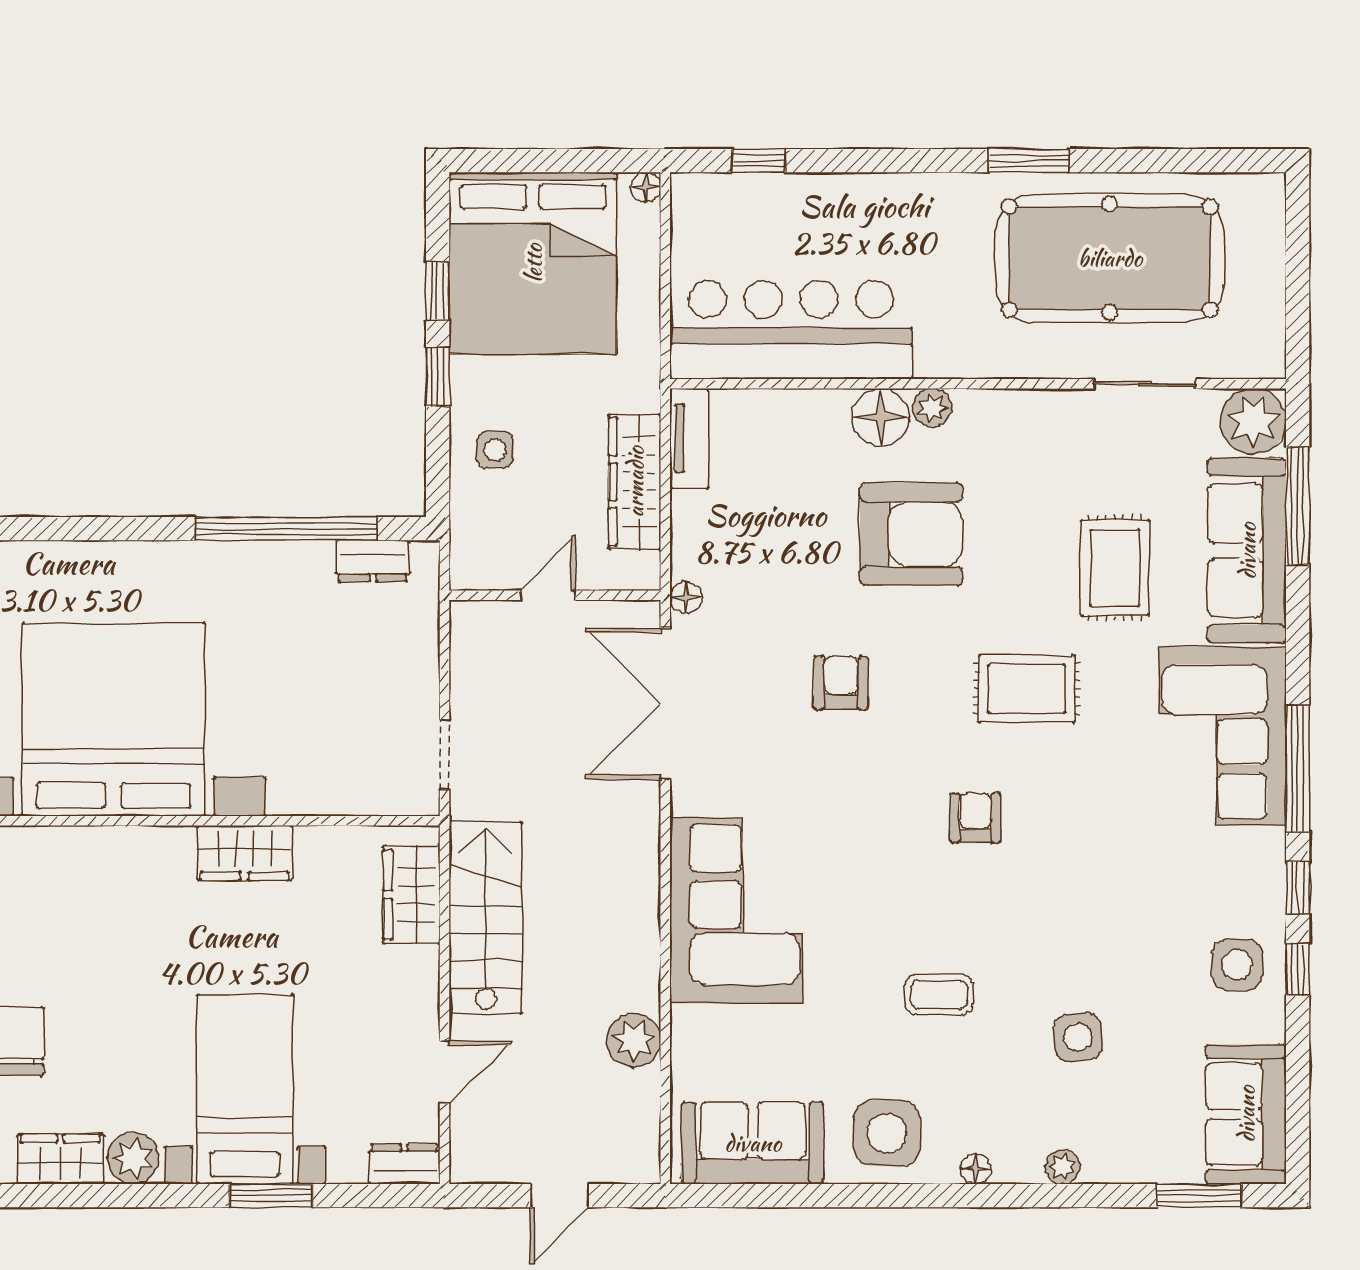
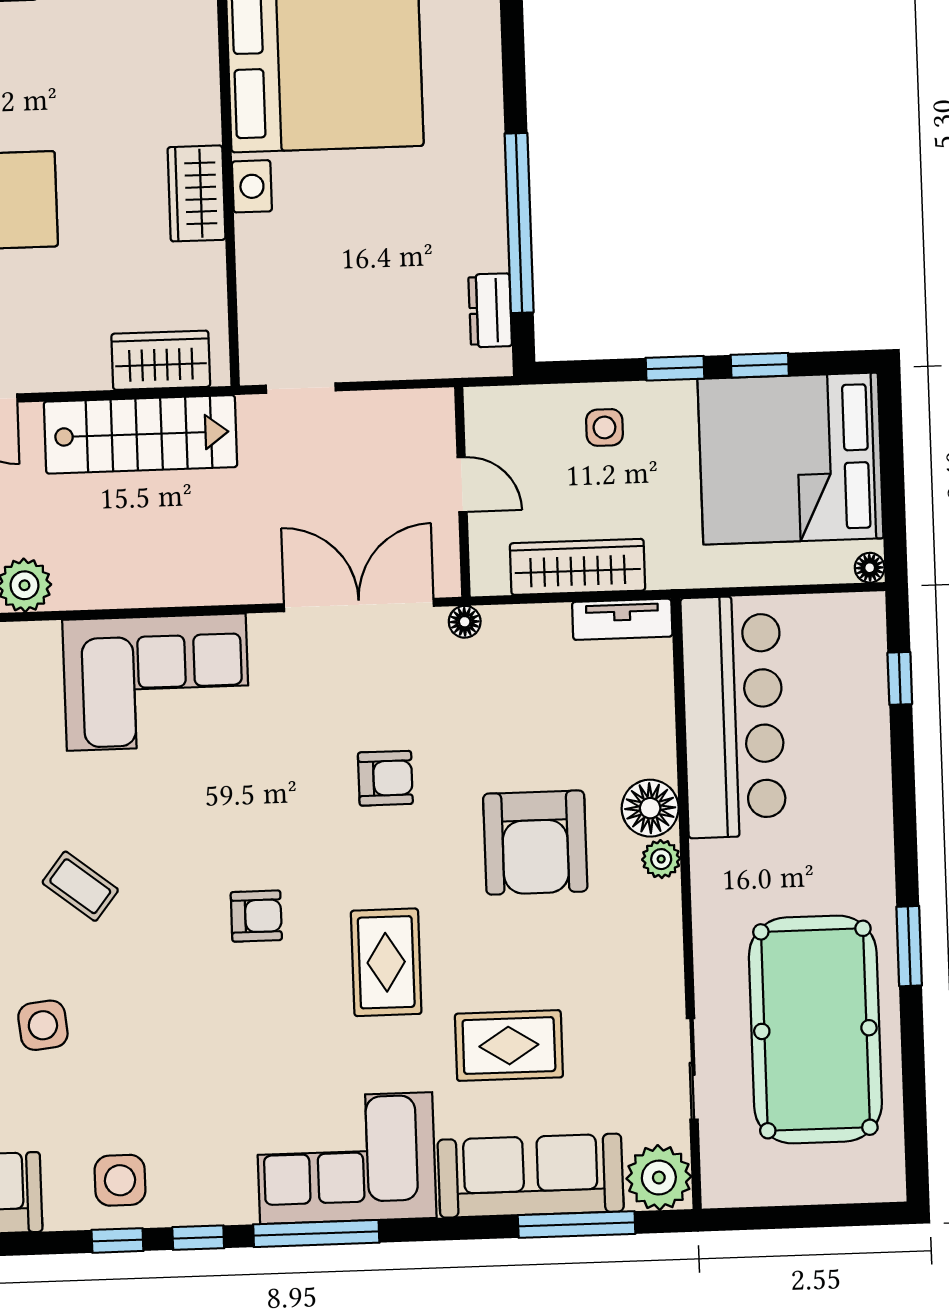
coffee table: (939, 995) -> (80, 886), turned -52

